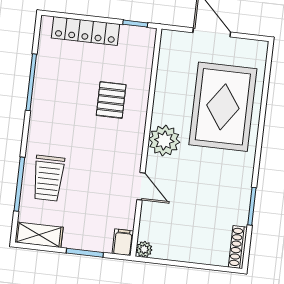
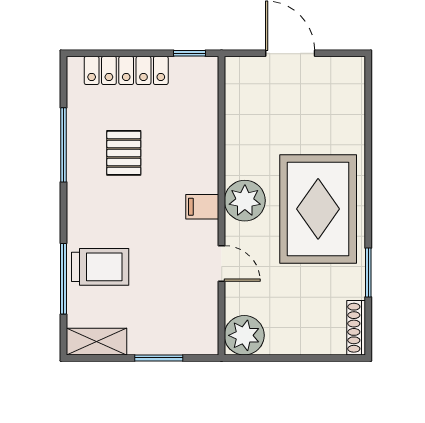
pallet: (111, 100) -> (124, 153), moved
rug: (223, 107) -> (318, 209), moved
trolley: (48, 178) -> (100, 267), turned -90
filing cabinet: (123, 242) -> (202, 207), moved, turned -90
plant: (144, 249) -> (244, 335), width x1.88, depth x1.88

